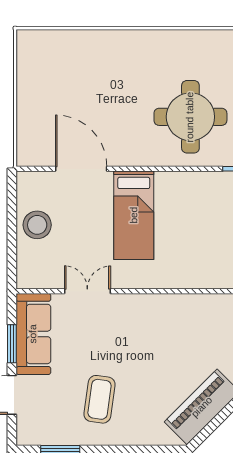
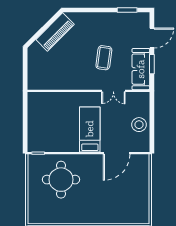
door: (81, 169) -> (117, 153), hinge flipped
coffee table: (99, 399) -> (104, 58), moved

